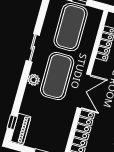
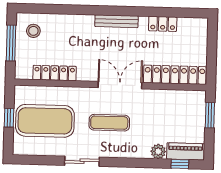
exercise mat: (57, 76) -> (109, 123), width x0.50, depth x0.69
plant: (34, 80) -> (158, 151), moved

